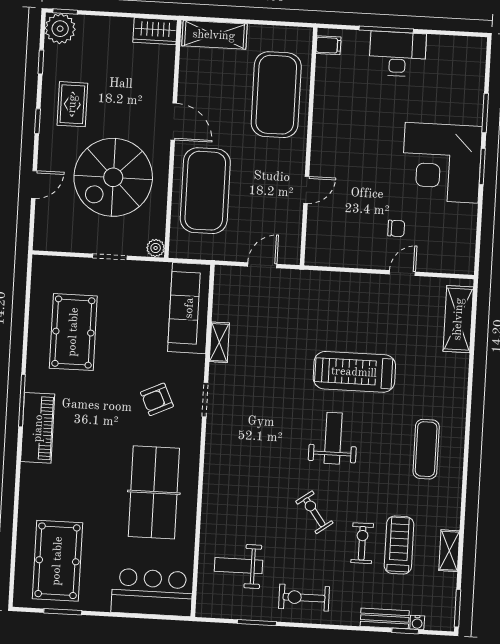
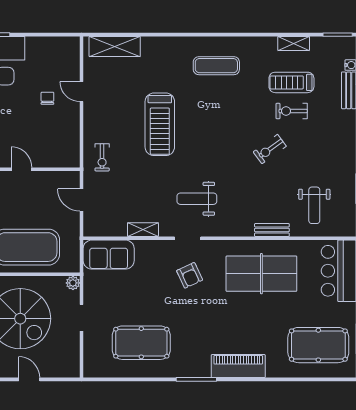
sofa: (189, 308) -> (109, 255), width x0.73
piano: (38, 428) -> (238, 366), moved
weight bench: (333, 438) -> (197, 199), moved
bench: (210, 509) -> (272, 230), added
exercise bike: (304, 598) -> (102, 157), moved, width x0.73, depth x0.72

